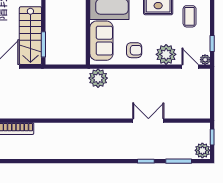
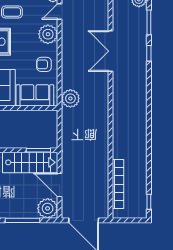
armchair: (134, 50) -> (44, 64), turned -90
double door: (148, 121) -> (111, 51), width x1.37

